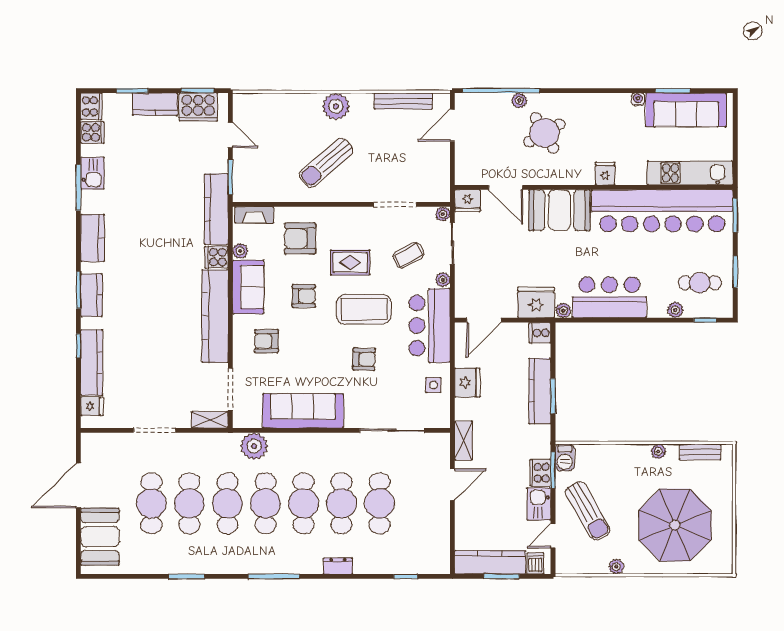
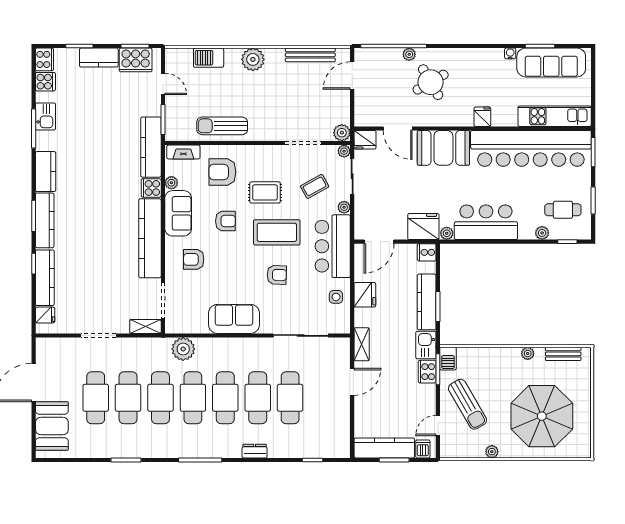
barbecue: (284, 104) -> (209, 58), added
sun lounger: (326, 163) -> (222, 126), moved, turned 41
plant: (440, 192) -> (342, 133), added
kitchen counter: (91, 295) -> (45, 220), width x1.50
sofa: (303, 411) -> (234, 319), width x0.73
kitchen sink: (539, 504) -> (426, 345), moved

